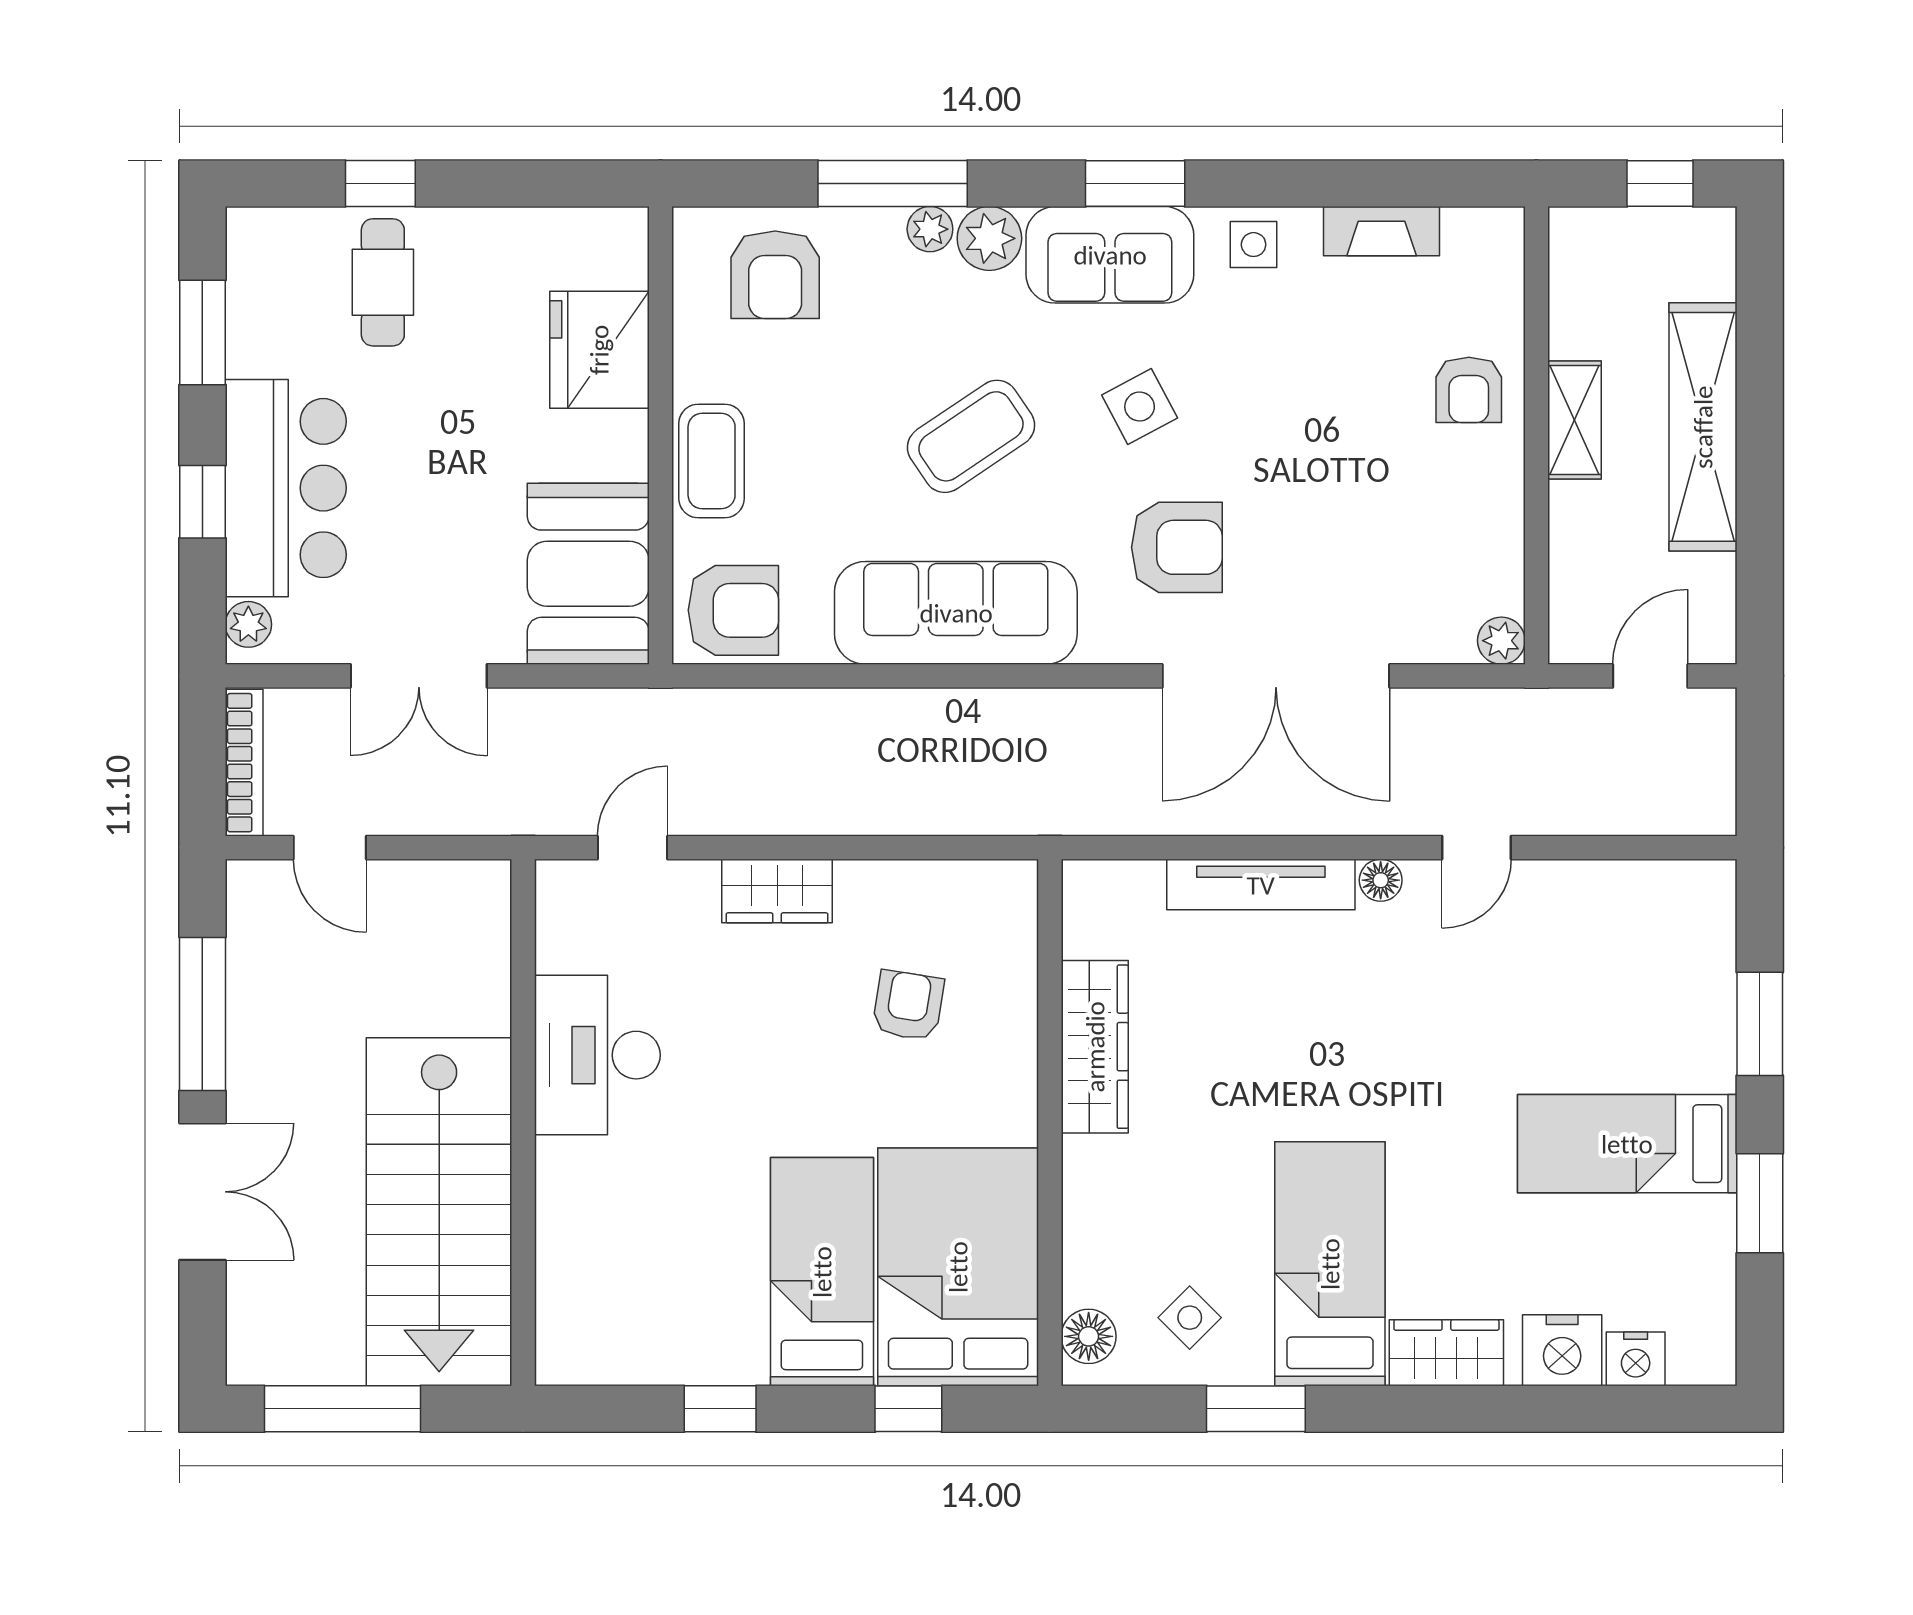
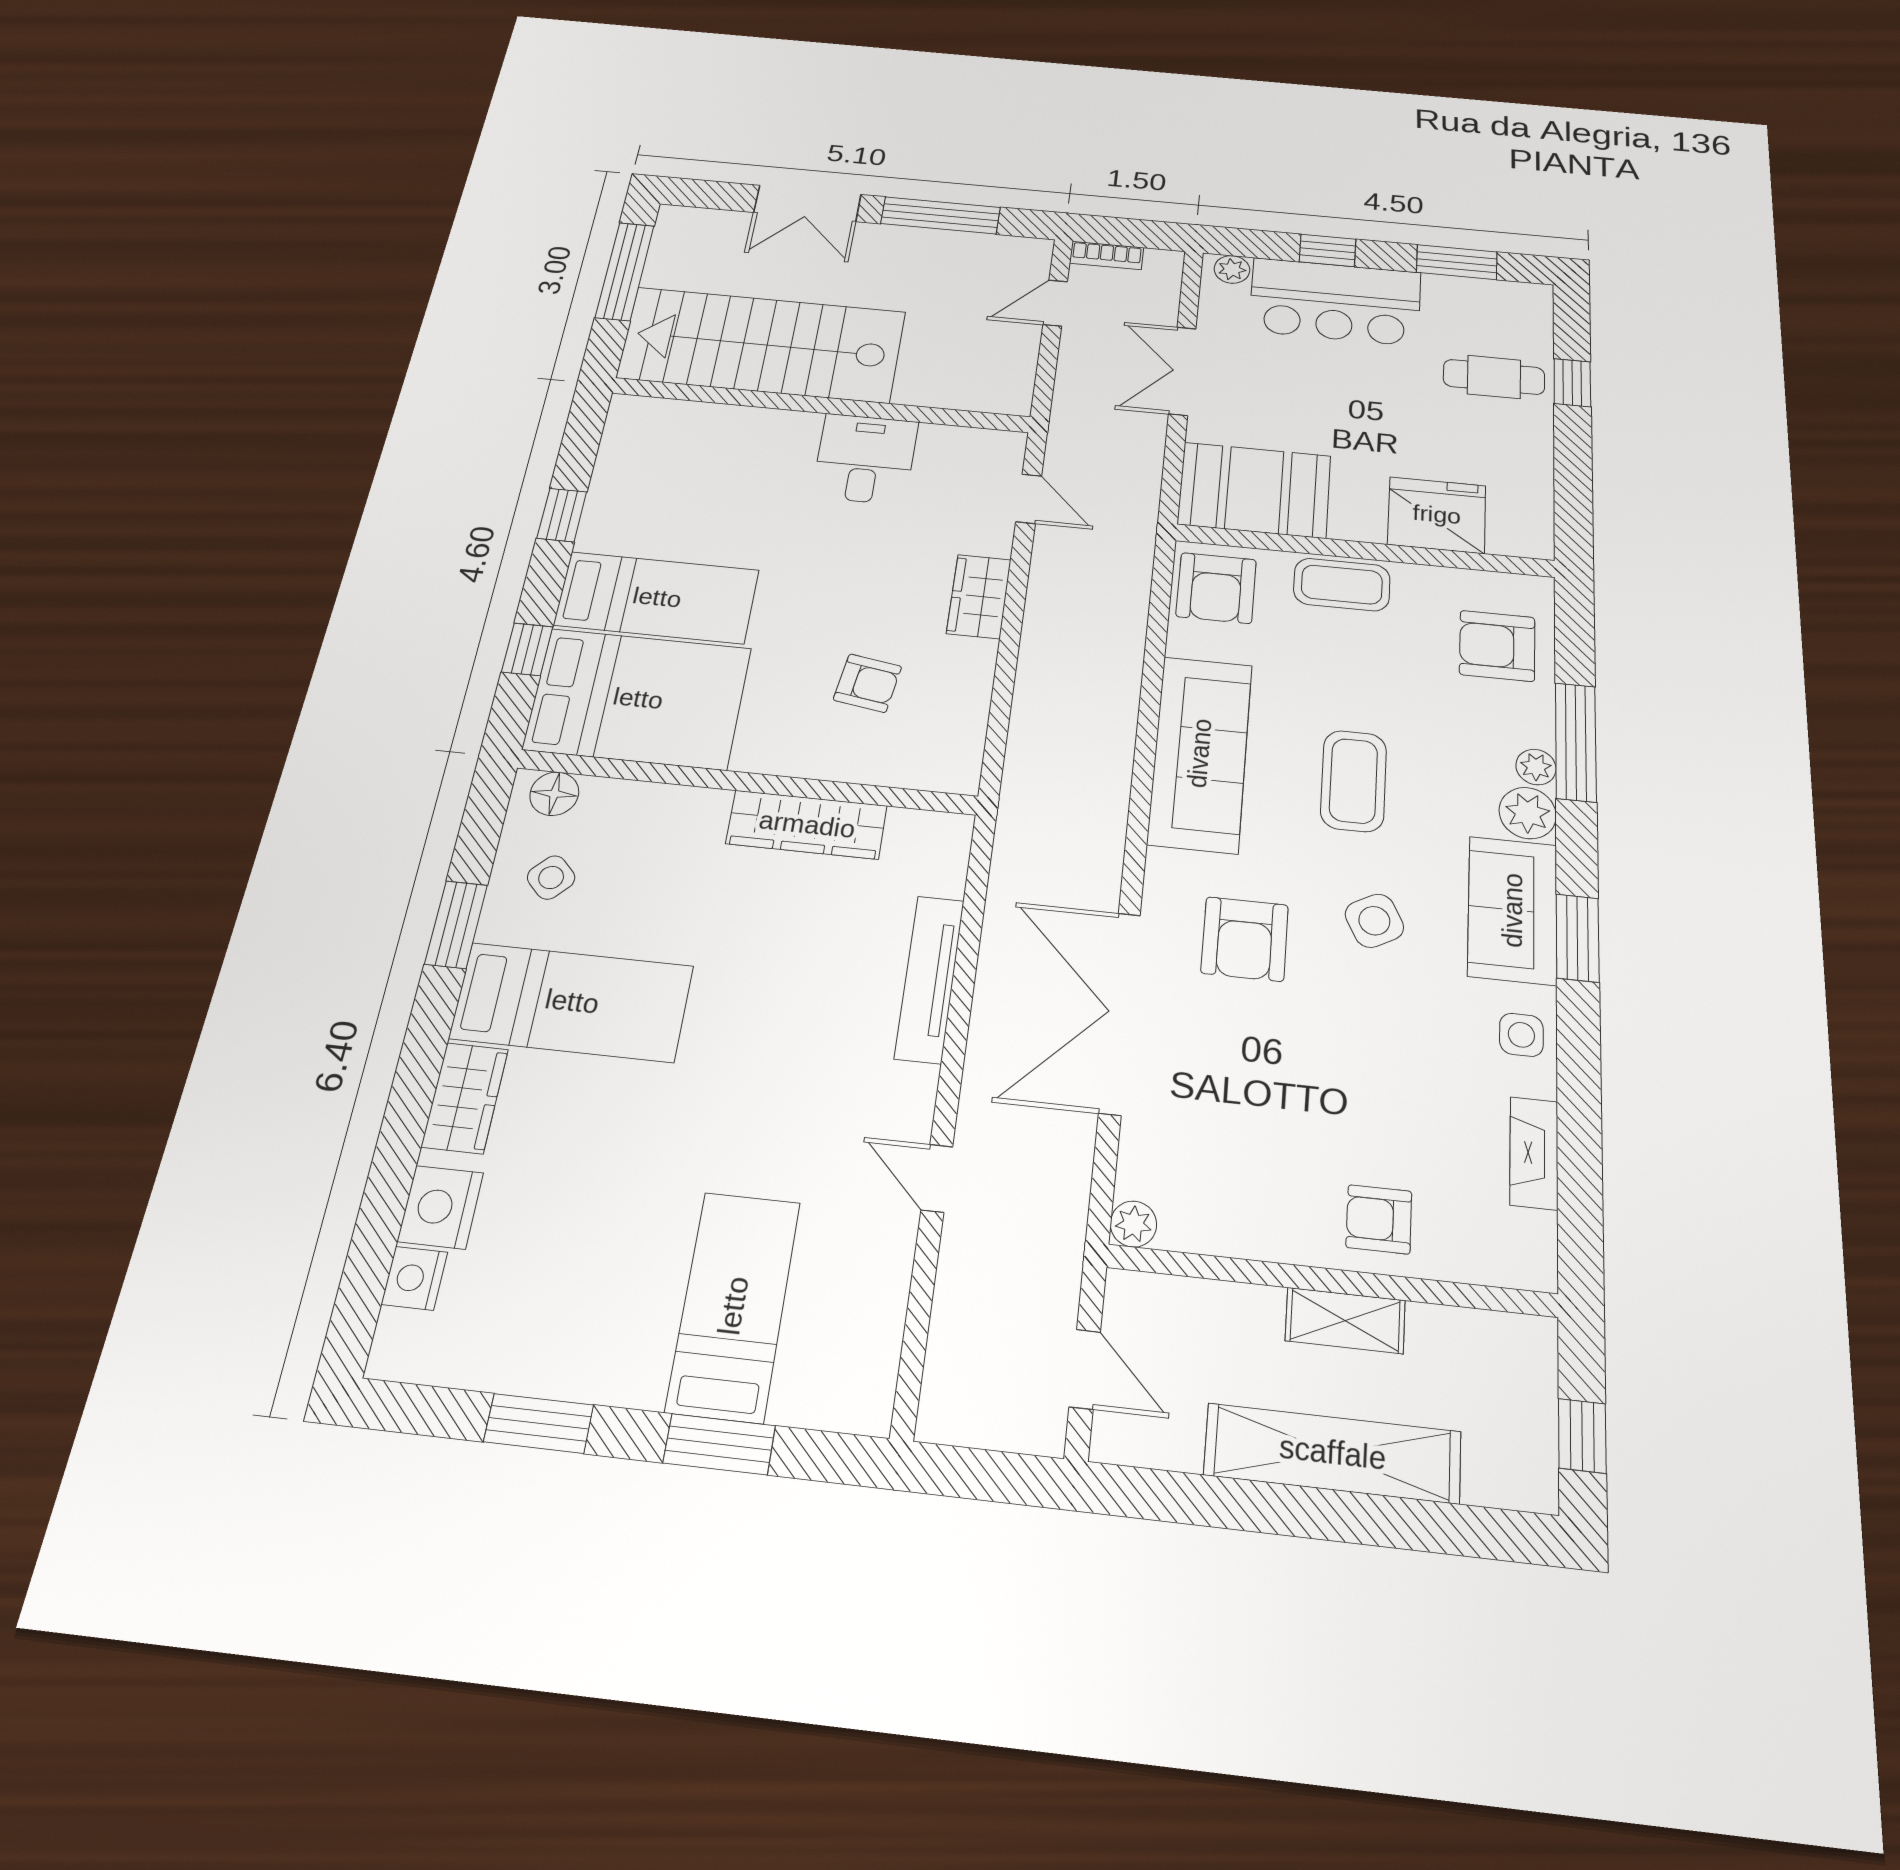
coffee table: (971, 436) -> (1354, 781), turned 34
bookcase: (244, 763) -> (1107, 255), width x0.64
floor lamp: (1381, 880) -> (918, 1086), removed
desk: (597, 1055) -> (865, 459), width x0.73
bed: (1627, 1144) -> (734, 1306), moved

